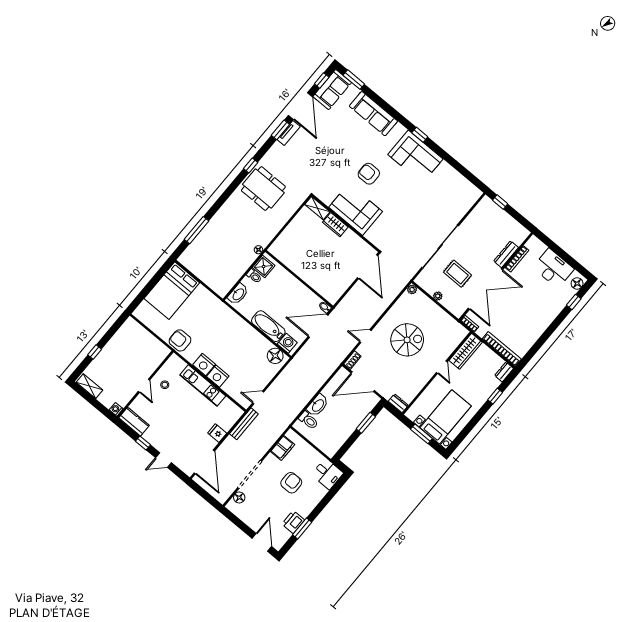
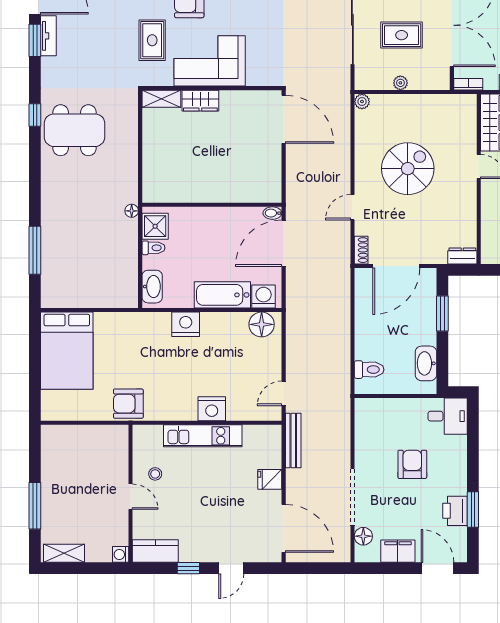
rug: (336, 177) -> (152, 40), added
window: (95, 352) -> (35, 506), width x2.17
nightstand: (204, 365) -> (186, 324), moved, turned 180
washbasin: (318, 405) -> (426, 363), moved, turned 180
filing cabinet: (283, 448) -> (398, 551), moved, turned -90

